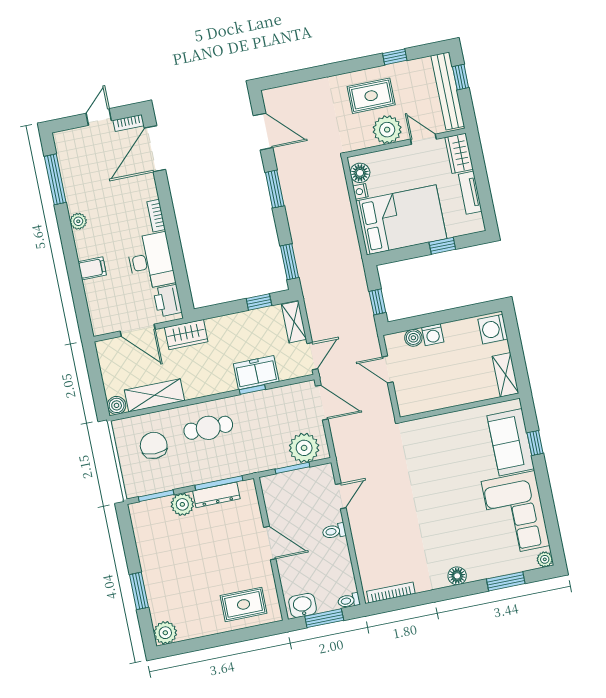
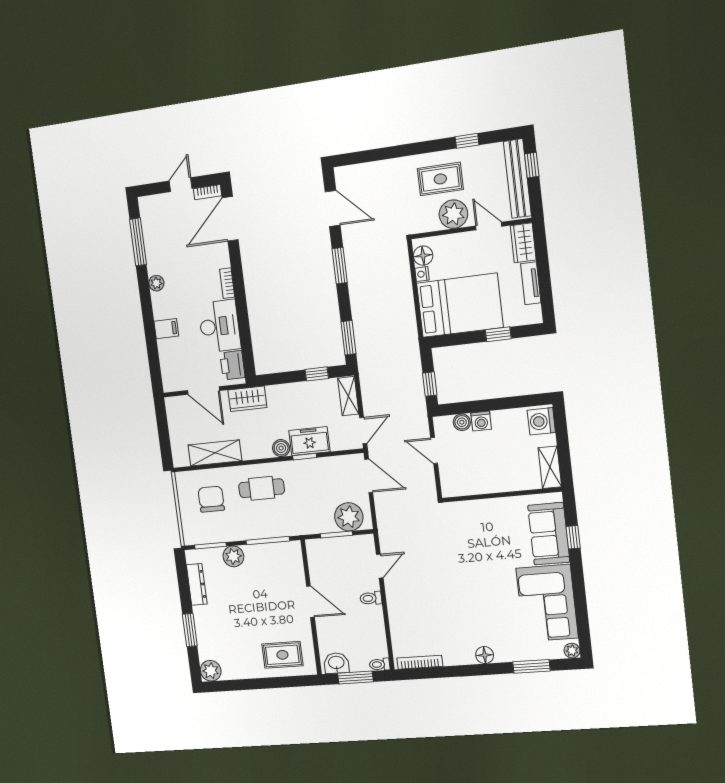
boiler: (117, 405) -> (281, 448), moved
dresser: (216, 495) -> (197, 584), moved, turned -90

